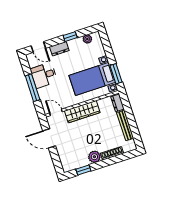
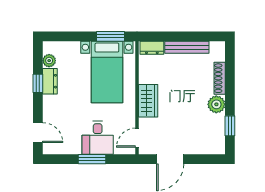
door: (38, 47) -> (38, 133), hinge flipped
dresser: (59, 49) -> (50, 81), moved
desk: (44, 75) -> (98, 138), moved
window: (33, 88) -> (92, 159), width x0.69
wardrobe: (82, 112) -> (148, 101), width x0.67

